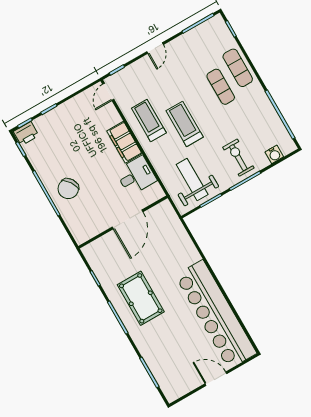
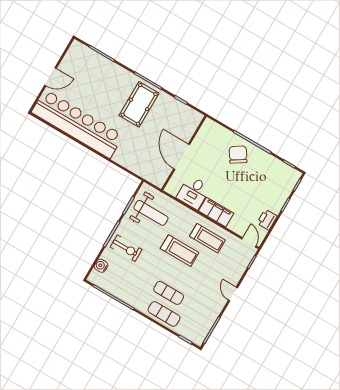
printer: (26, 133) -> (267, 220), moved
pool table: (141, 298) -> (139, 104), turned 90

